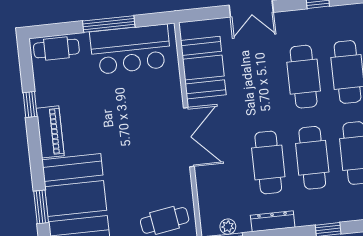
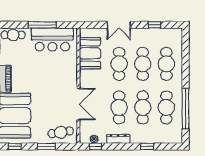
cafe table: (260, 81) -> (119, 64), added
double door: (189, 137) -> (78, 104), moved

